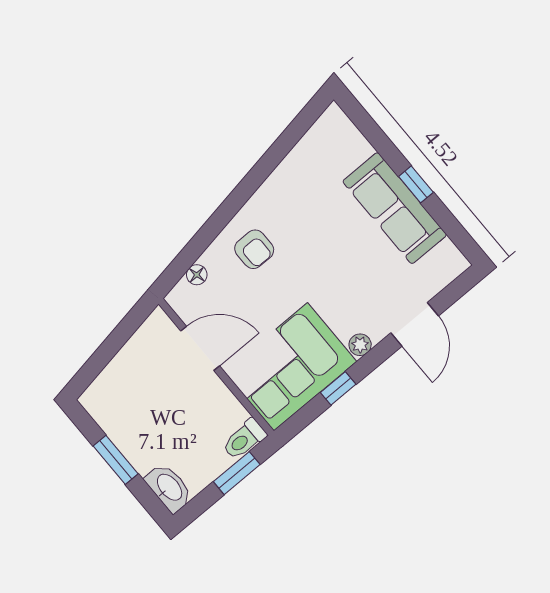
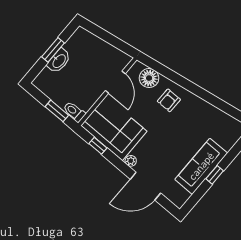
floor lamp: (197, 275) -> (149, 78), width x1.89, depth x1.89
door: (415, 324) -> (145, 186), width x1.36
window: (338, 388) -> (98, 146), moved
washbasin: (169, 488) -> (59, 61), moved

